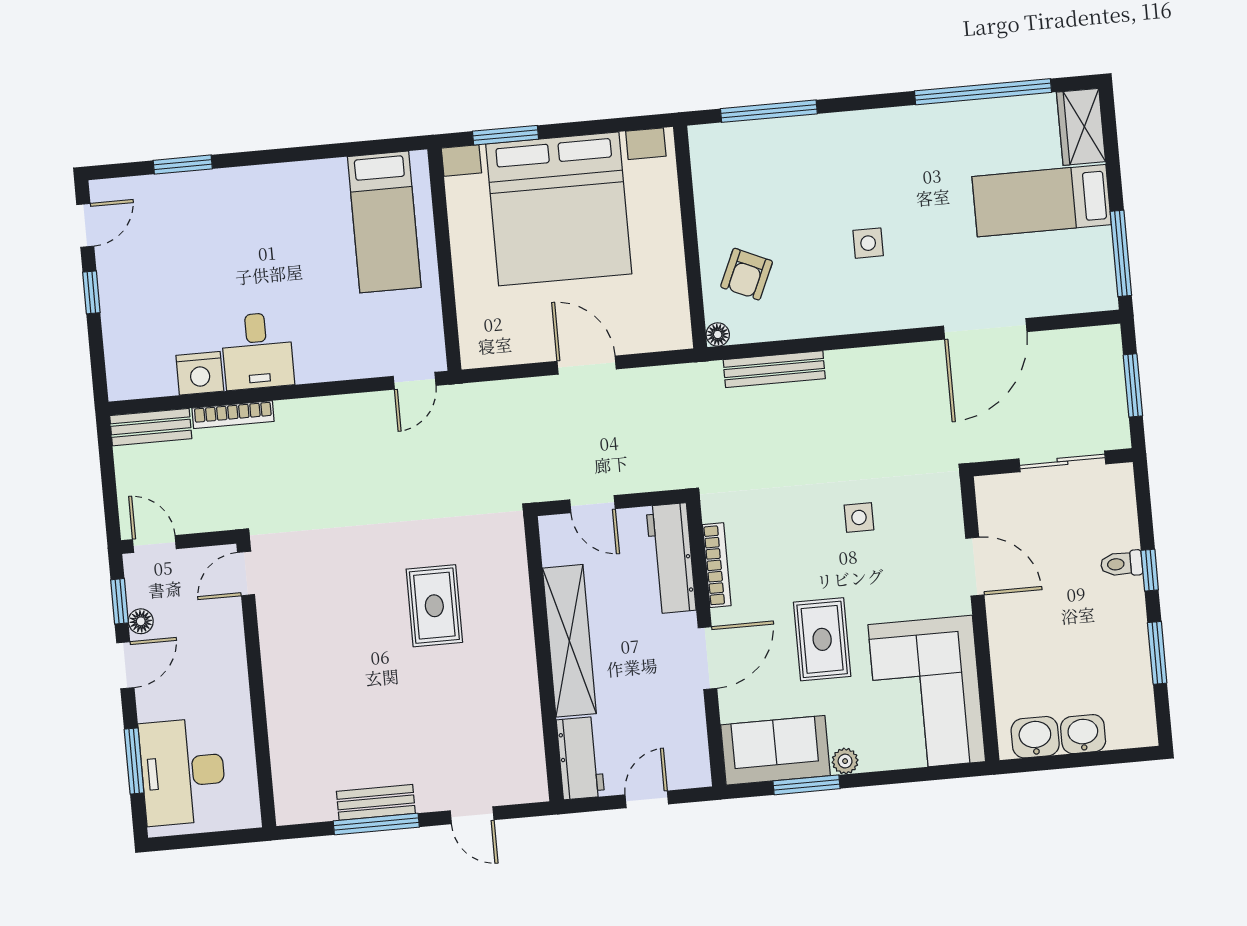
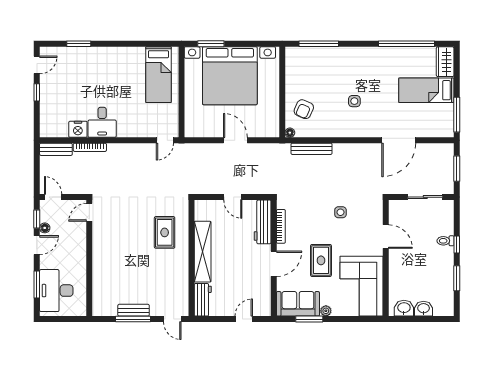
shelving: (569, 641) -> (203, 252), moved
wall: (544, 659) -> (191, 258), moved
workbench: (580, 758) -> (203, 300), moved

